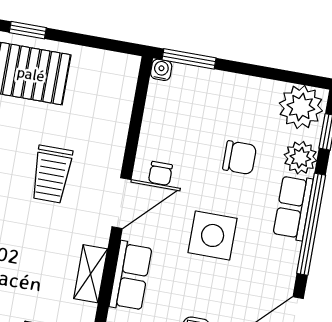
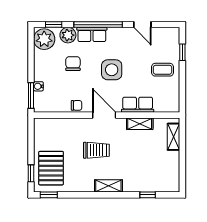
water cooler: (161, 70) -> (38, 86), moved
chair: (160, 173) -> (77, 105), moved

